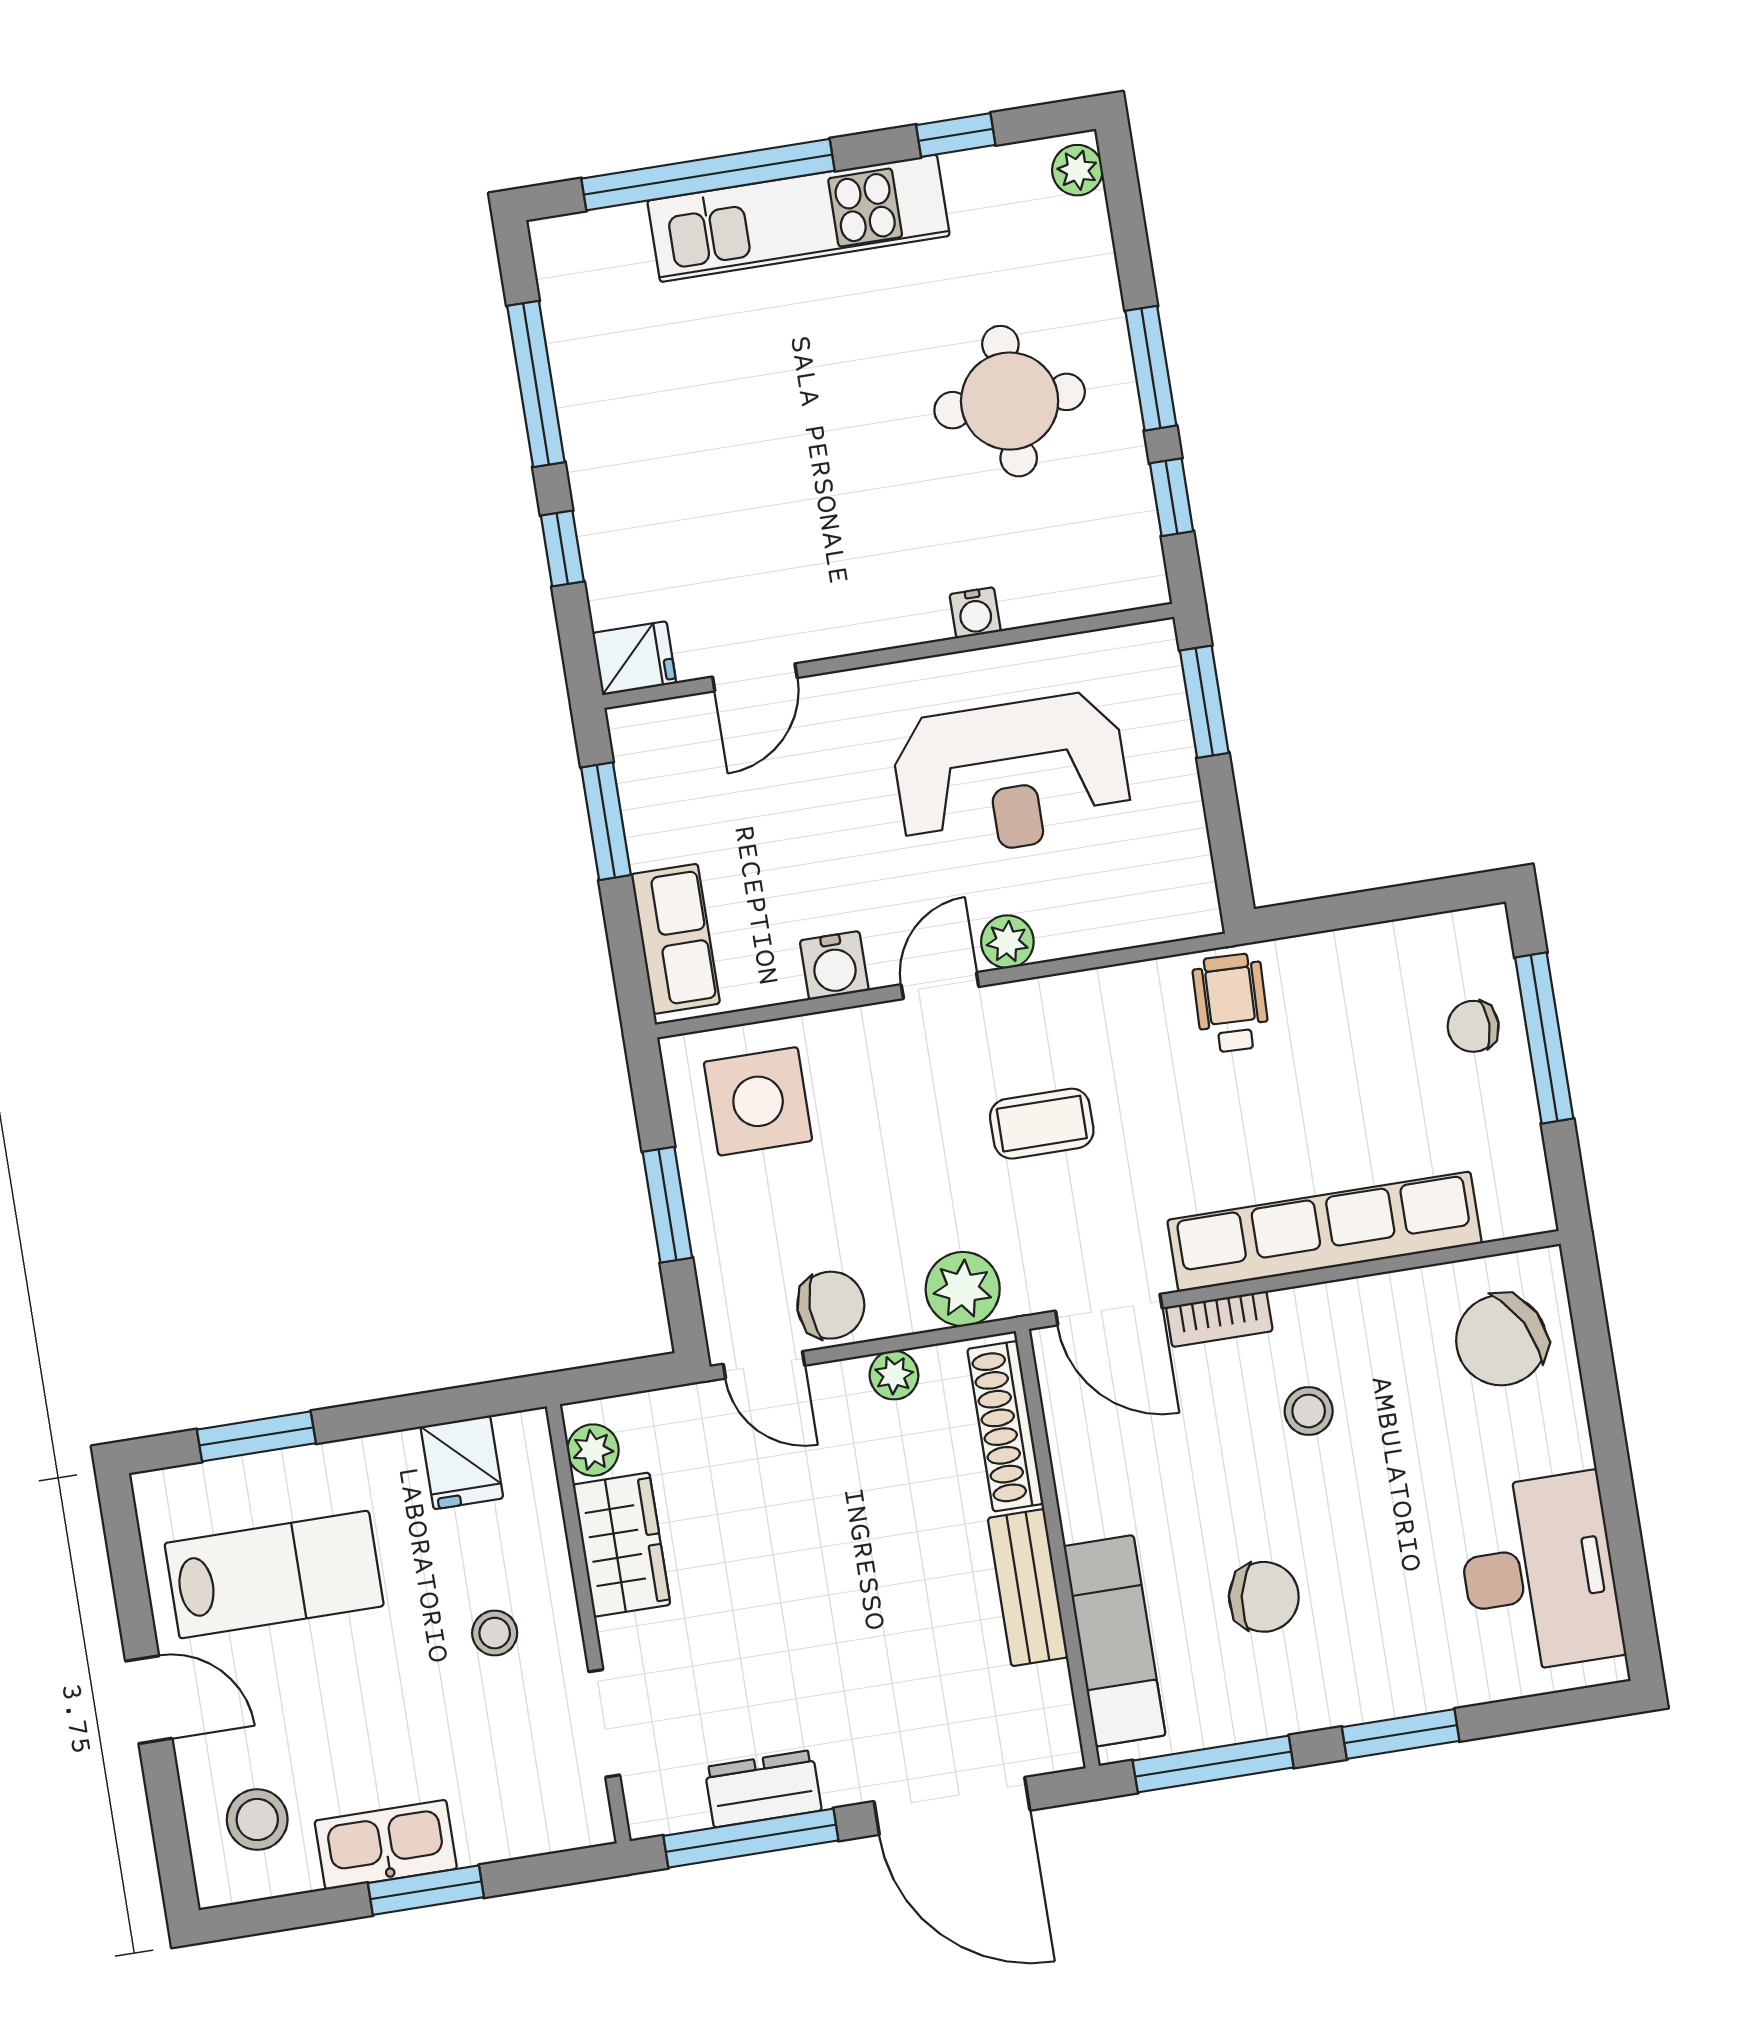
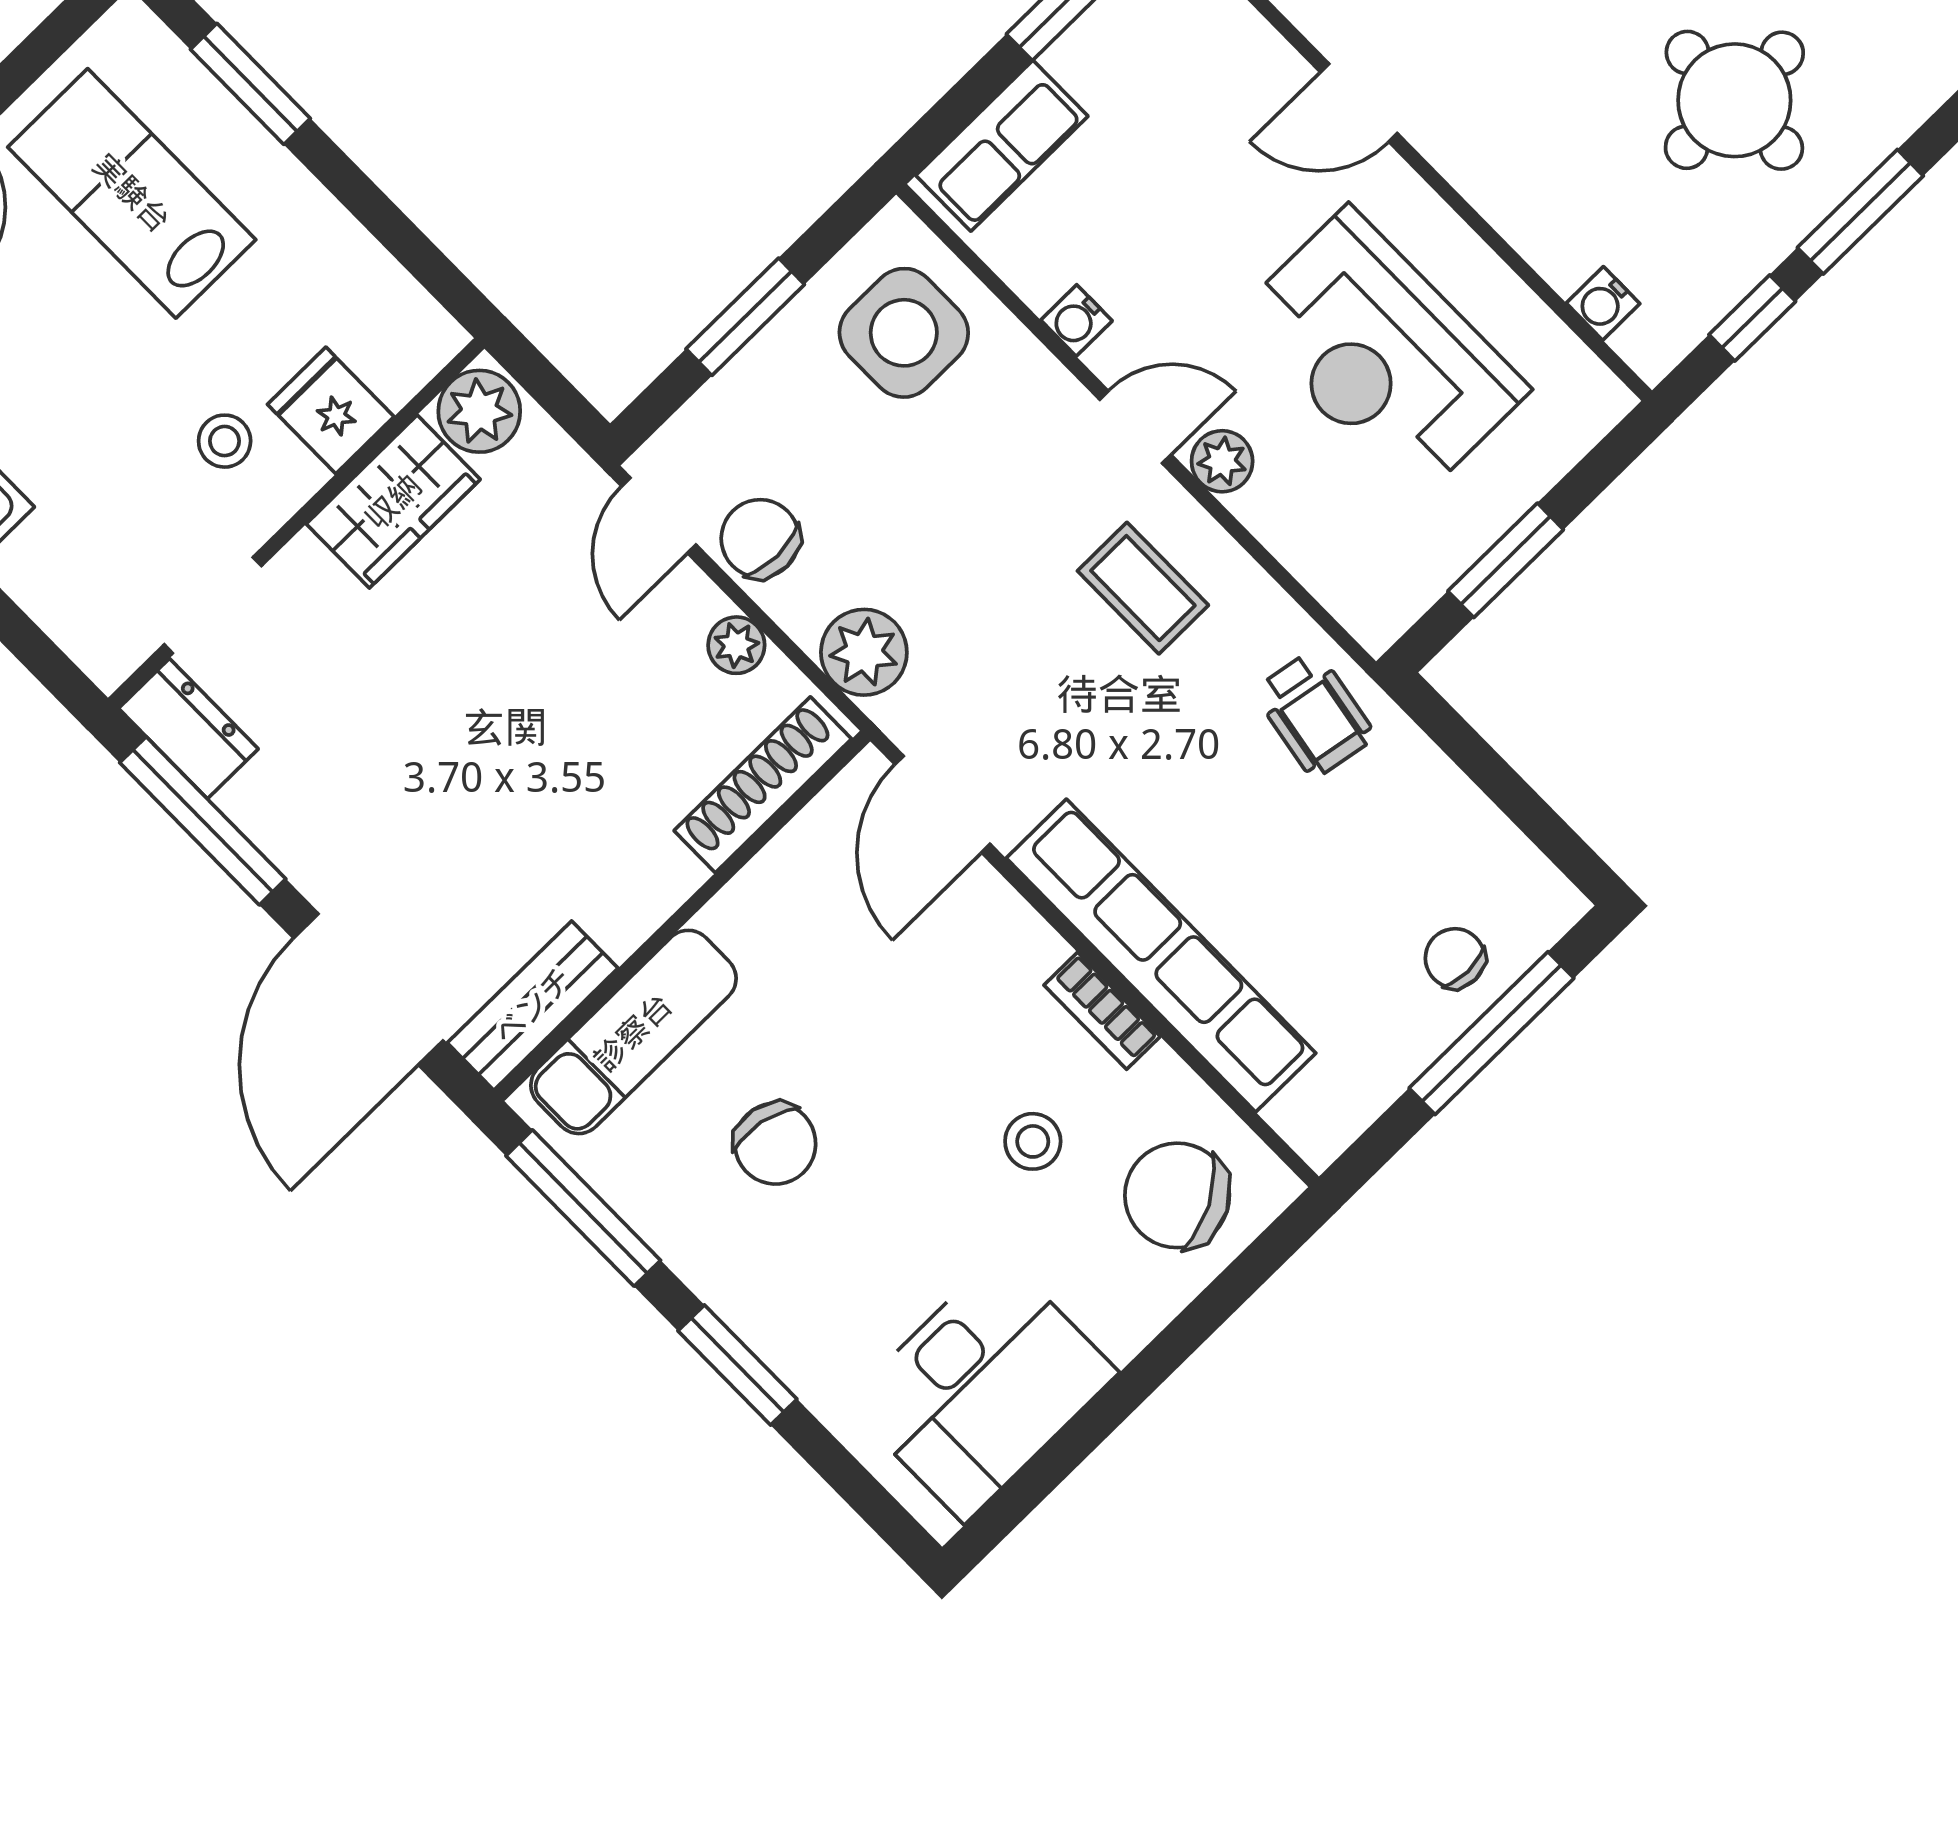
water cooler: (975, 613) -> (1603, 303), moved
door: (755, 677) -> (1359, 103), moved
window: (1204, 702) -> (1506, 560), moved
water cooler: (834, 965) -> (1076, 320), width x0.72, depth x0.72
wheelchair: (1231, 1003) -> (1314, 714), turned 98
coffee table: (1042, 1124) -> (1143, 588), moved
chair: (831, 1305) -> (760, 539), turned 180
bookcase: (1219, 1319) -> (1102, 1011), moved
stool: (1309, 1411) -> (1033, 1141), moved
plant: (593, 1450) -> (479, 411), width x1.38, depth x1.38
fridge: (462, 1462) -> (331, 410), moved, turned 90
lab bench: (274, 1575) -> (132, 193), turned 180
bench: (1028, 1588) -> (533, 1006), moved
dresser: (763, 1789) -> (188, 729), moved

